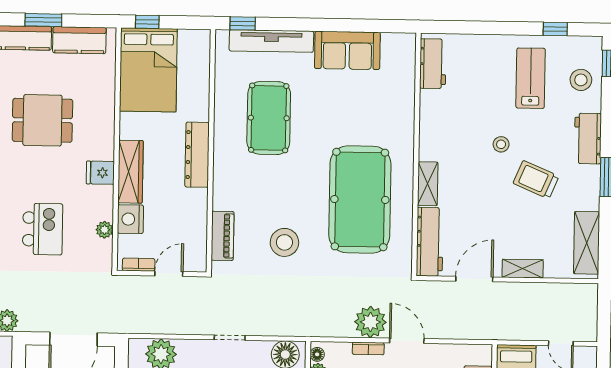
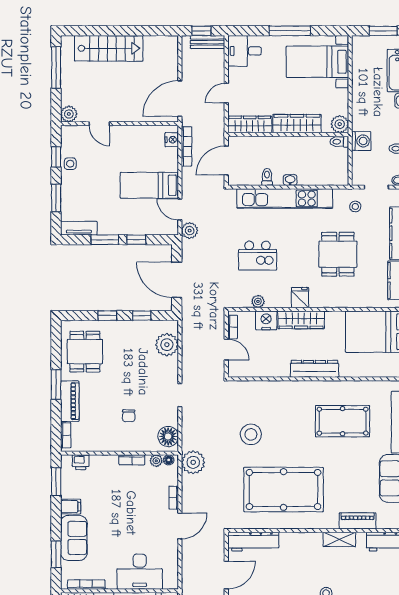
shelving: (428, 184) -> (339, 539), moved
piano: (223, 236) -> (358, 521), moved, turned 180
door: (474, 279) -> (226, 575), hinge flipped
plant: (370, 322) -> (193, 462), moved

